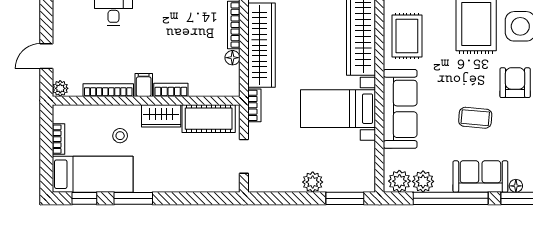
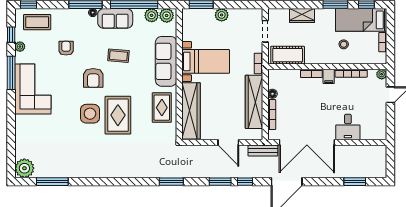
wardrobe: (161, 116) -> (302, 16), moved, turned 180

